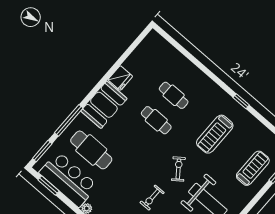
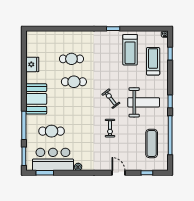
fridge: (120, 78) -> (32, 64), moved
treadmill: (215, 134) -> (130, 50), moved
cafe table: (91, 150) -> (52, 131), width x0.73, depth x0.74

